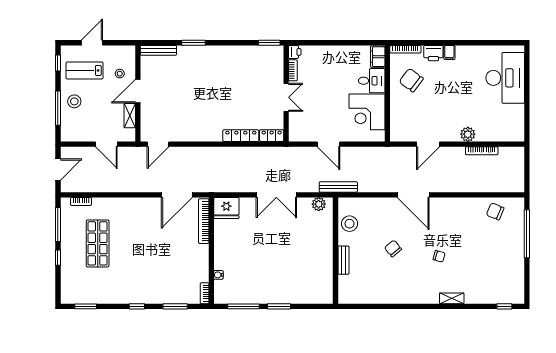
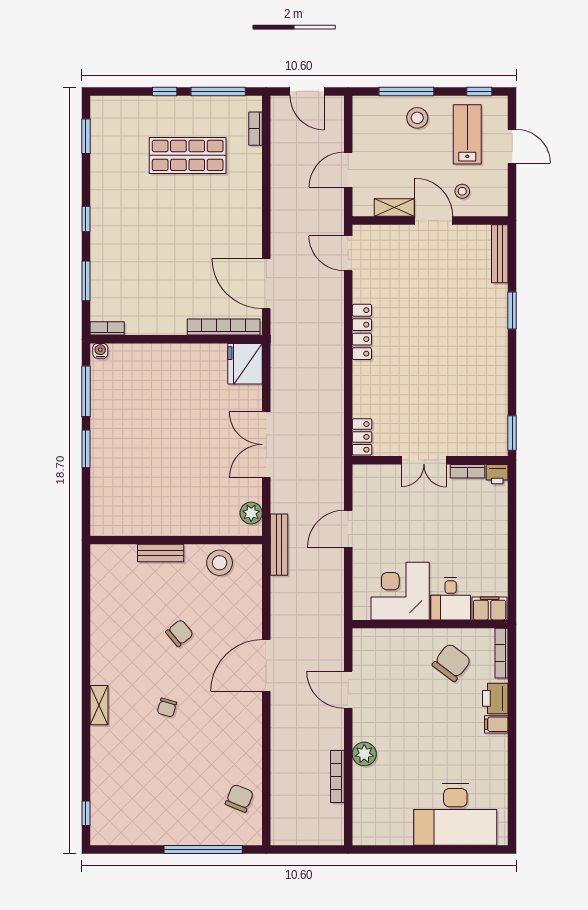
locker: (241, 136) -> (362, 332), moved
water cooler: (218, 275) -> (100, 351), moved
shelving: (452, 298) -> (99, 705), moved

